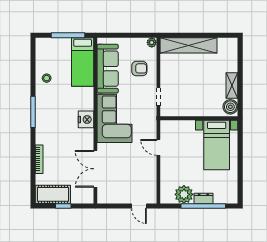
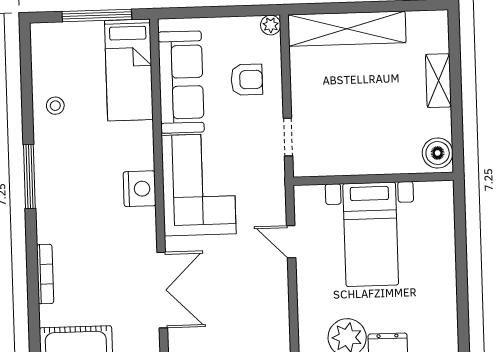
shelving: (232, 86) -> (438, 81), moved
bed with nightstands: (217, 145) -> (371, 234), moved
double door: (95, 169) -> (162, 290), swing flipped

